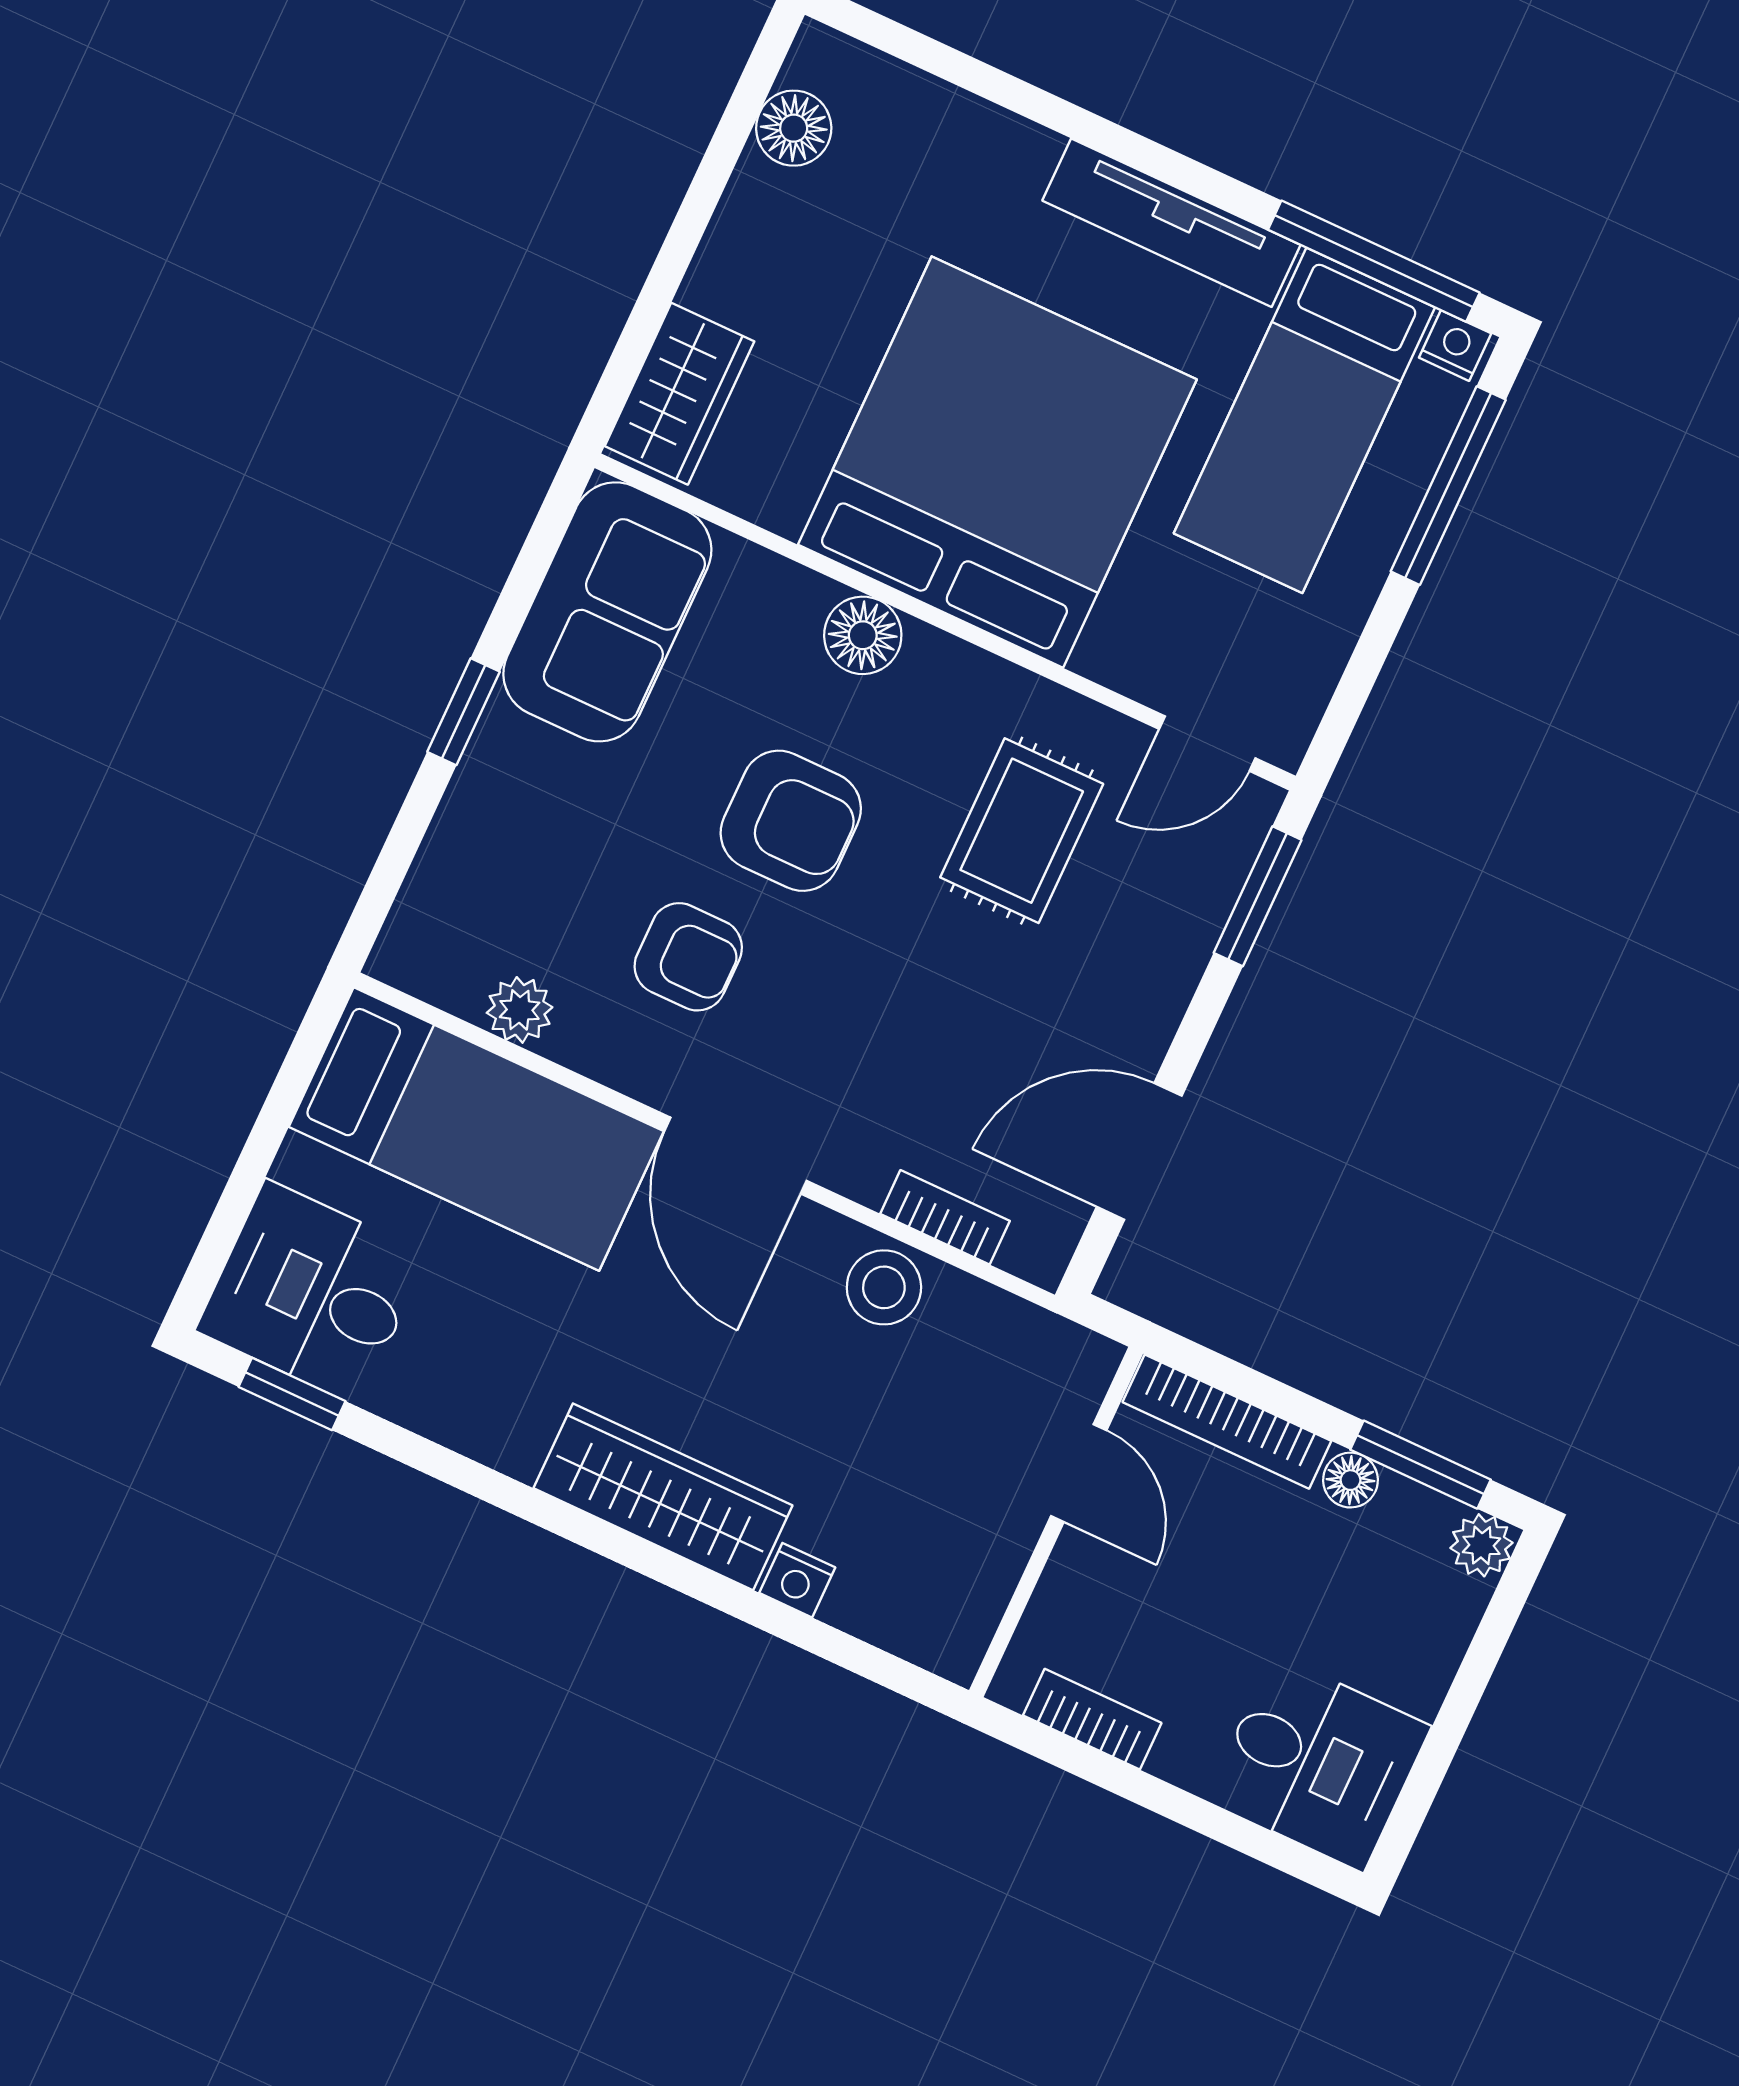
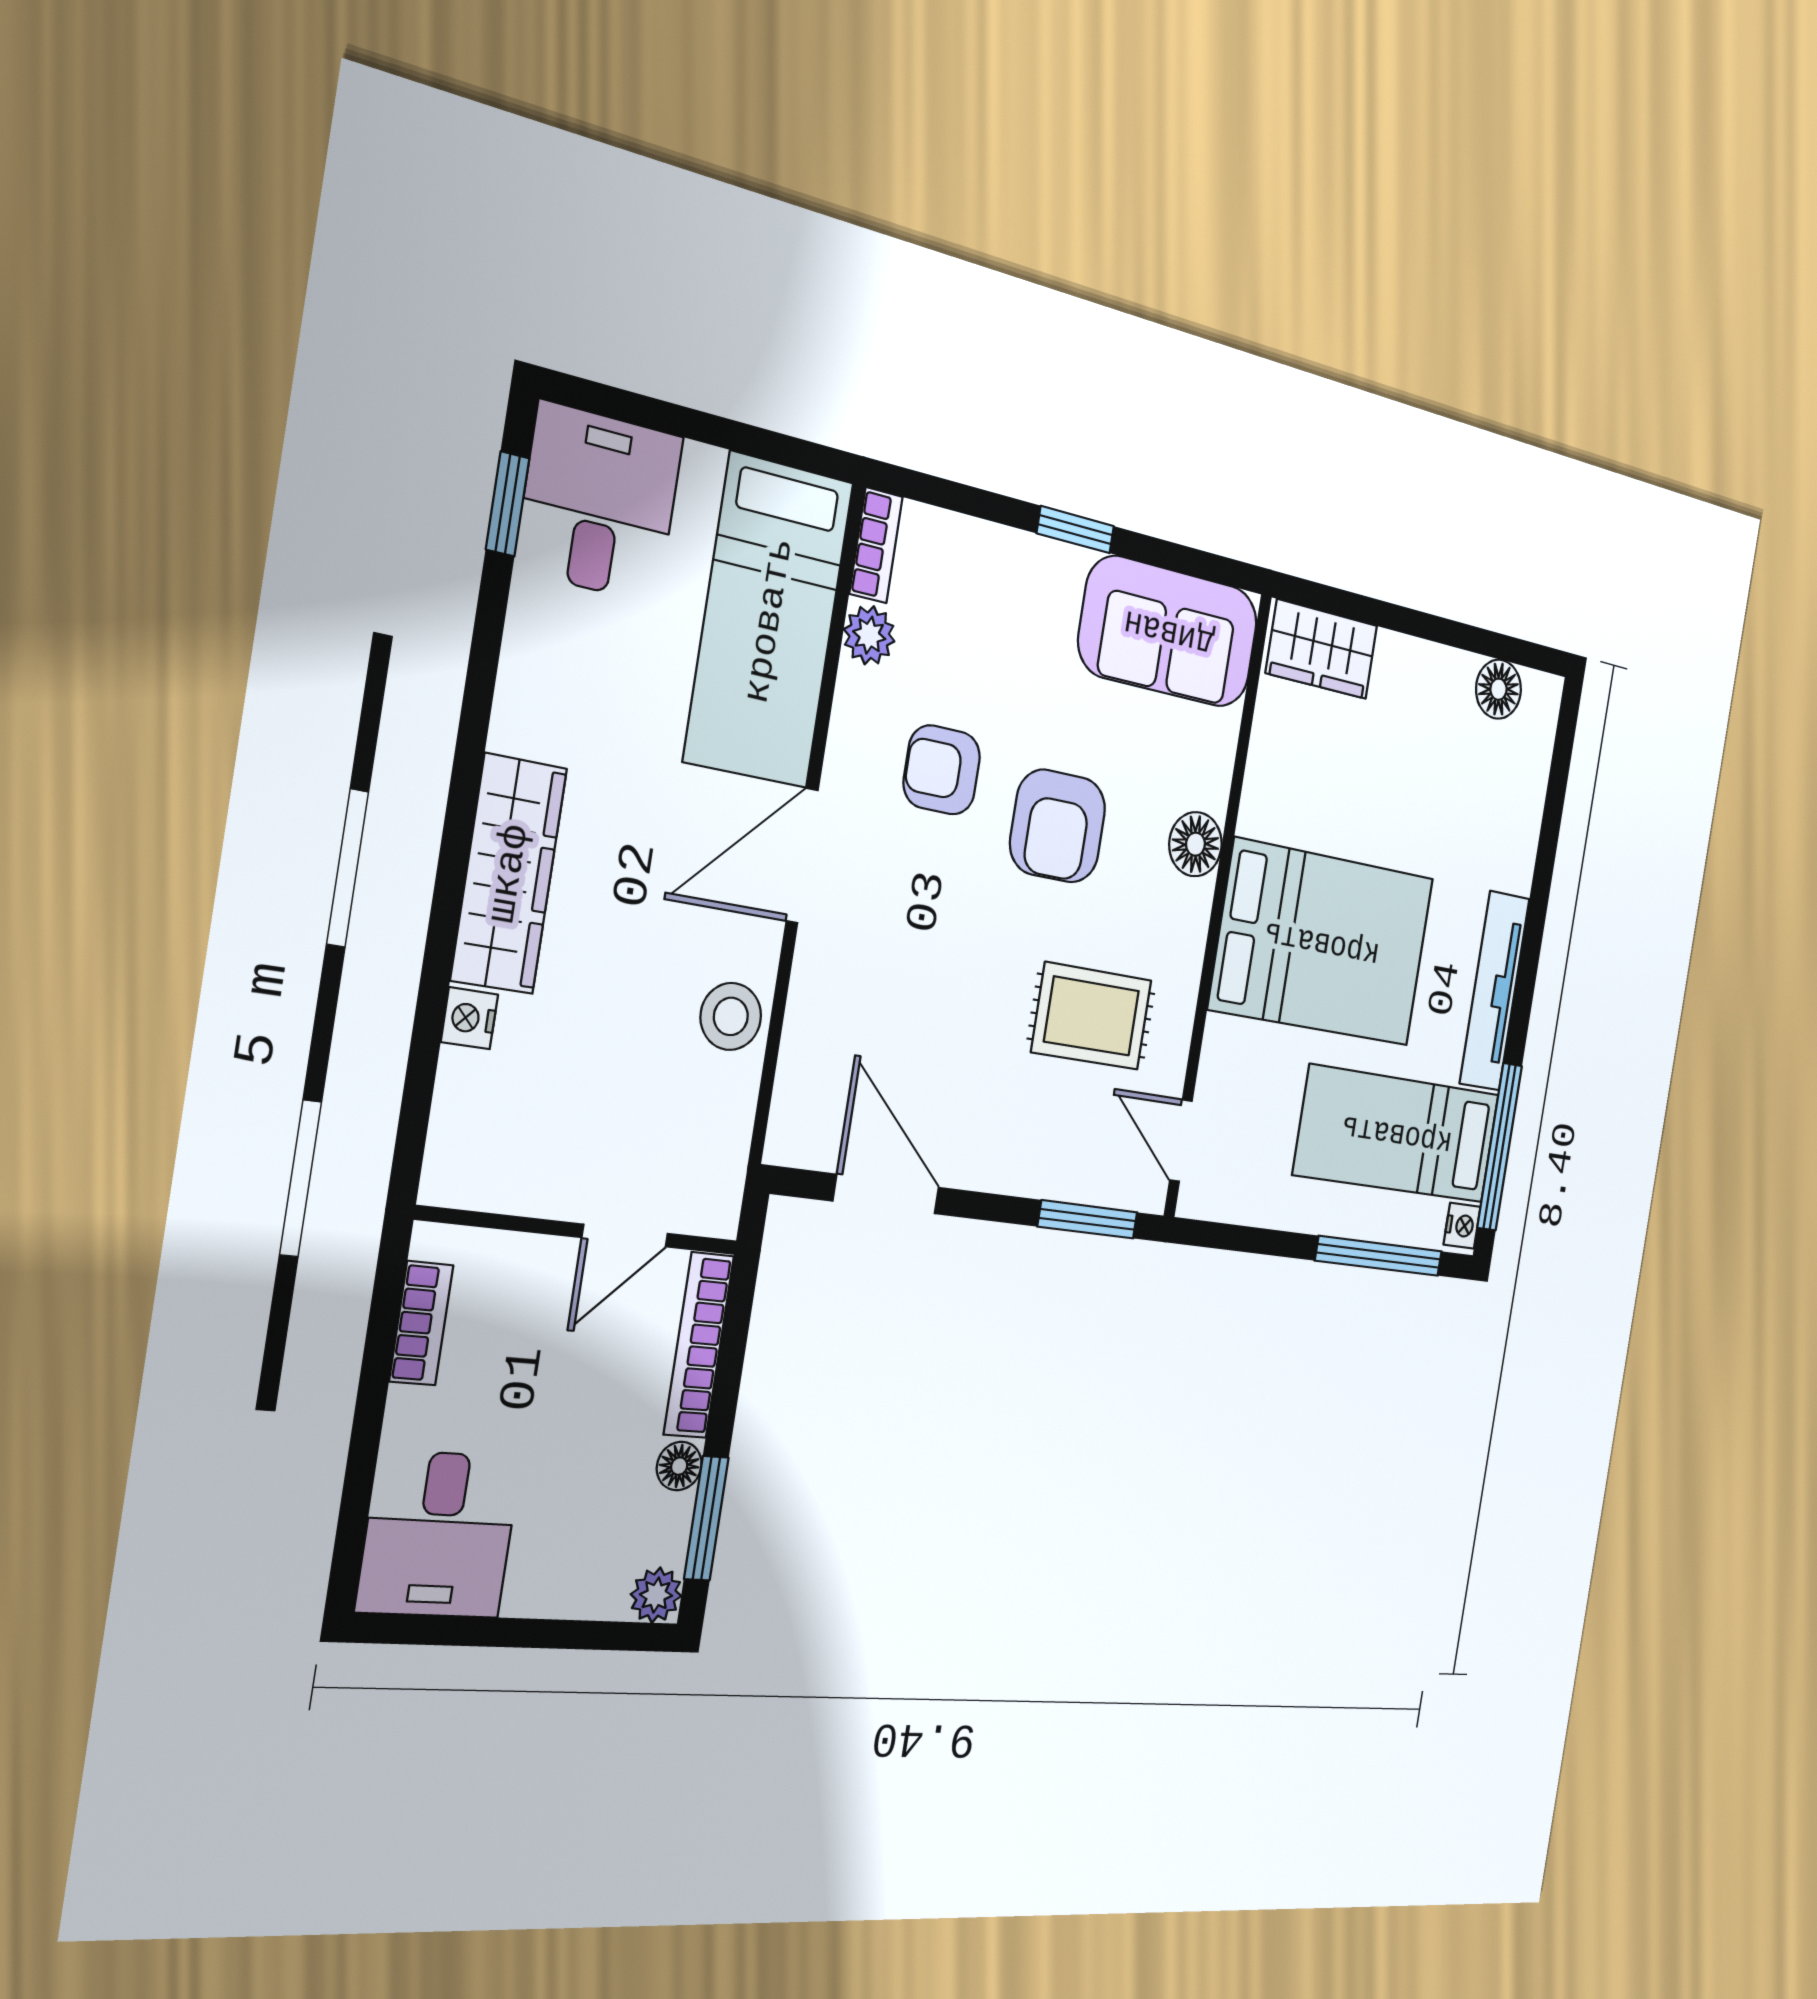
bed: (997, 462) -> (1322, 943), width x0.73
armchair: (688, 957) -> (942, 770), turned 90
bookcase: (945, 1217) -> (876, 545), moved

